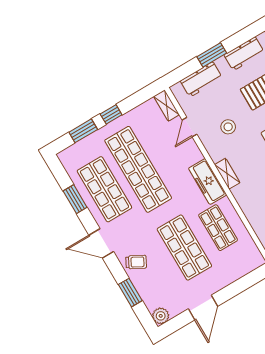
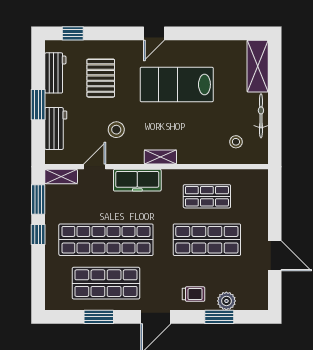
door: (190, 127) -> (95, 167), swing flipped
window: (83, 131) -> (38, 199), moved
freezer: (208, 182) -> (137, 180), moved
trolley: (136, 262) -> (194, 294), turned 62
plant: (161, 316) -> (226, 301), moved

